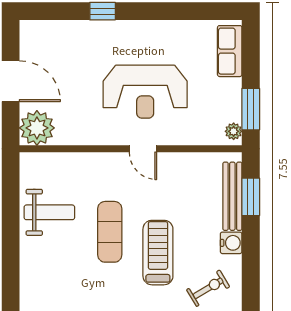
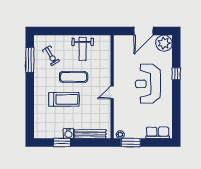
reception desk: (145, 92) -> (148, 84), moved
plant: (37, 128) -> (164, 43), moved
window: (251, 197) -> (62, 143), moved
exercise bike: (208, 288) -> (51, 56), moved

